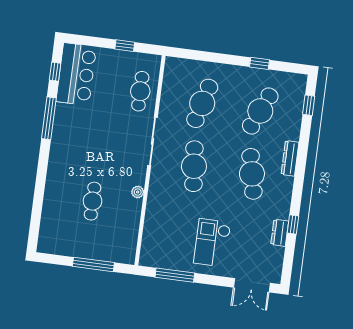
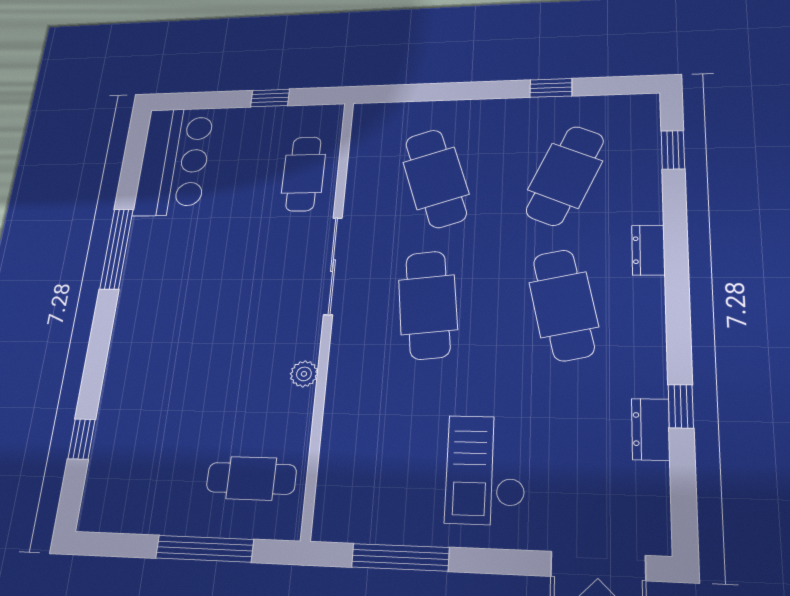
window: (55, 72) -> (82, 439), moved
cafe table: (202, 103) -> (436, 178), turned -33
dresser: (290, 158) -> (648, 250), width x0.70
cafe table: (93, 201) -> (251, 478), moved, turned 90

